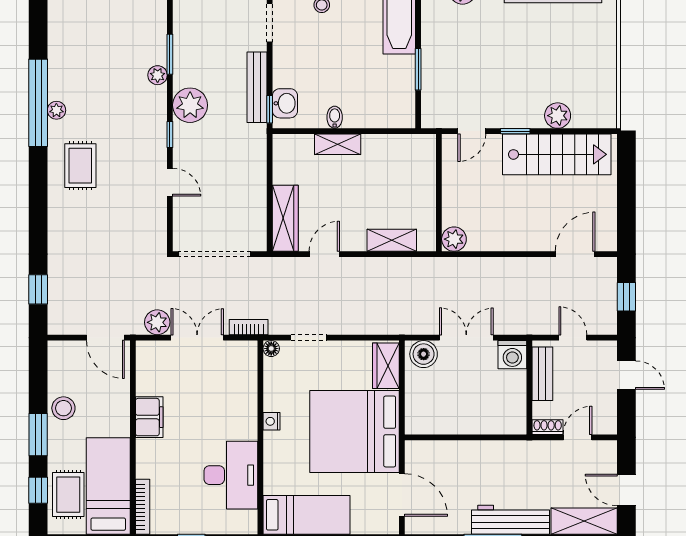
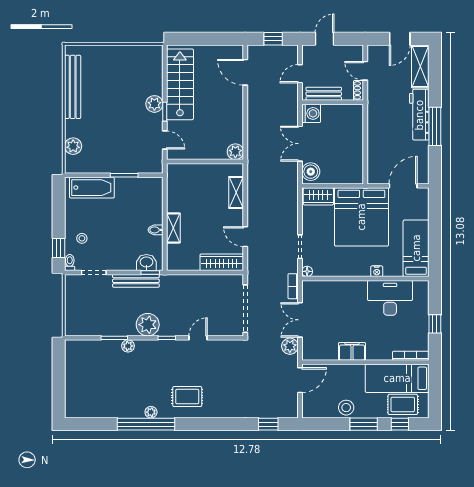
plant: (558, 116) -> (154, 104), moved
nightstand: (272, 421) -> (377, 271), moved

